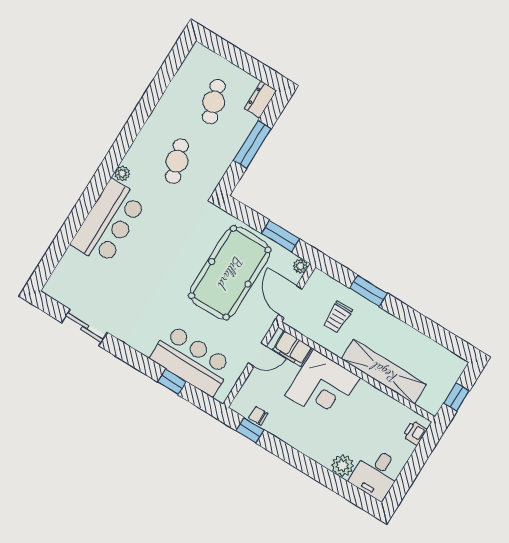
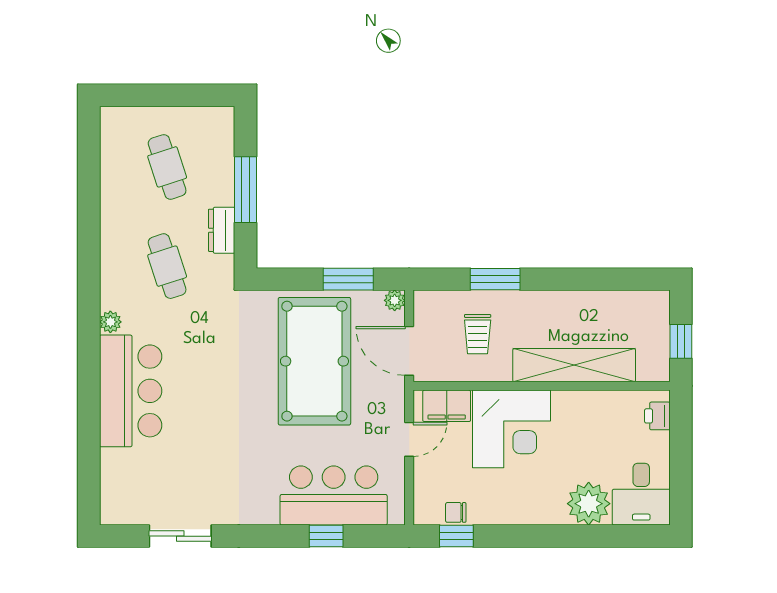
dresser: (260, 99) -> (222, 230), moved
plant: (342, 465) -> (589, 504), width x1.36, depth x1.36

